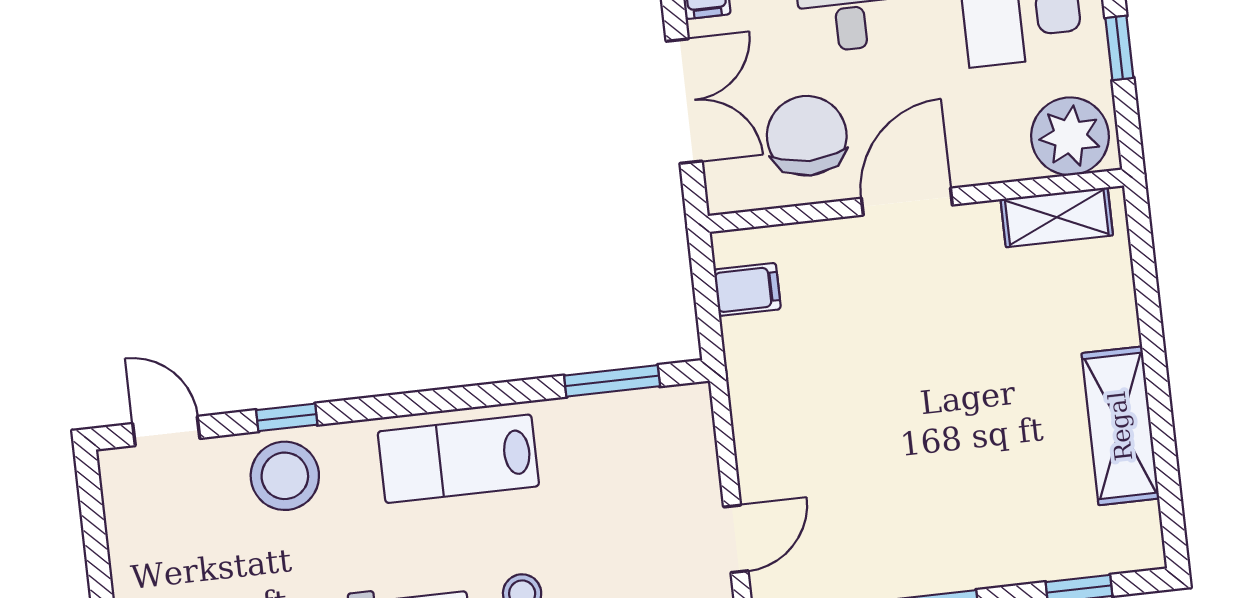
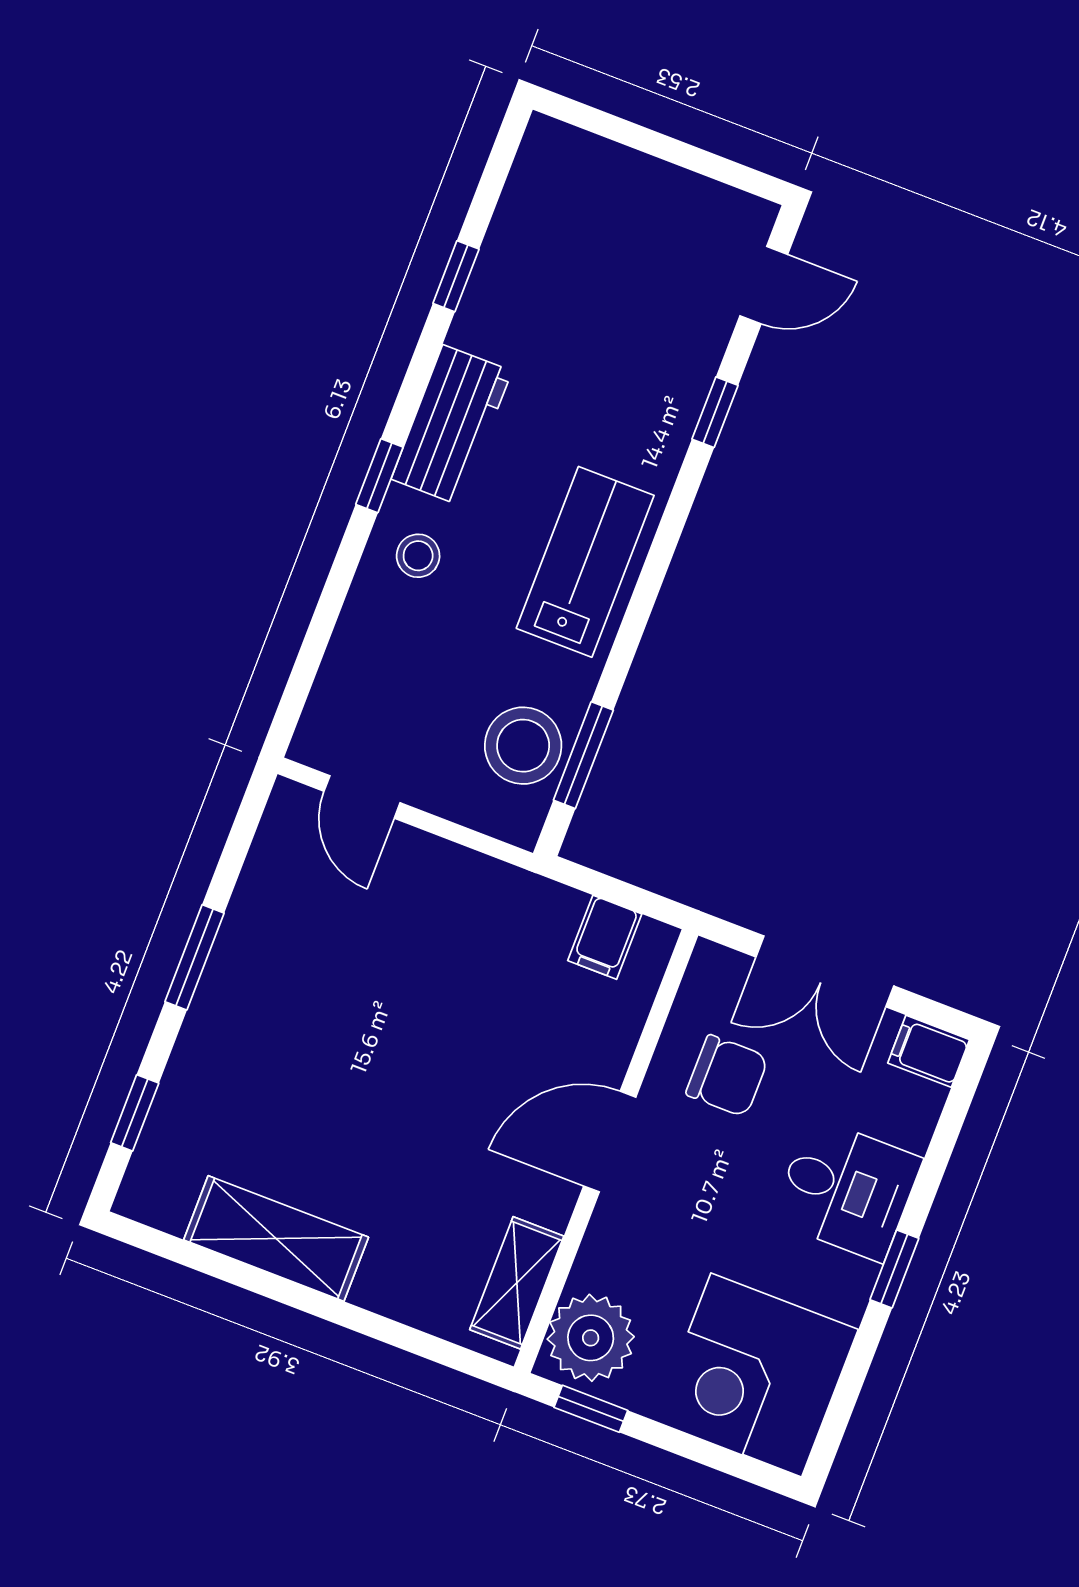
window: (1119, 48) -> (591, 1409), moved
chair: (807, 136) -> (727, 1076), width x0.73, depth x0.73
door: (907, 202) -> (610, 1142), swing flipped
stool: (285, 476) -> (523, 746), moved

